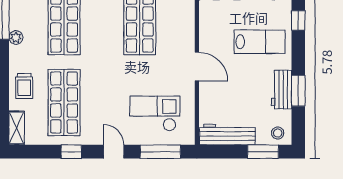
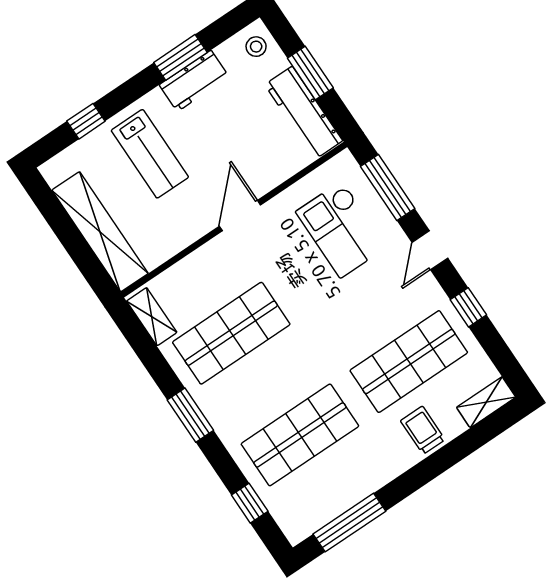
plant: (16, 38) -> (365, 485), removed
lab bench: (260, 42) -> (150, 154), turned 180
trolley: (24, 86) -> (423, 430), turned -90
window: (263, 152) -> (310, 73), moved

